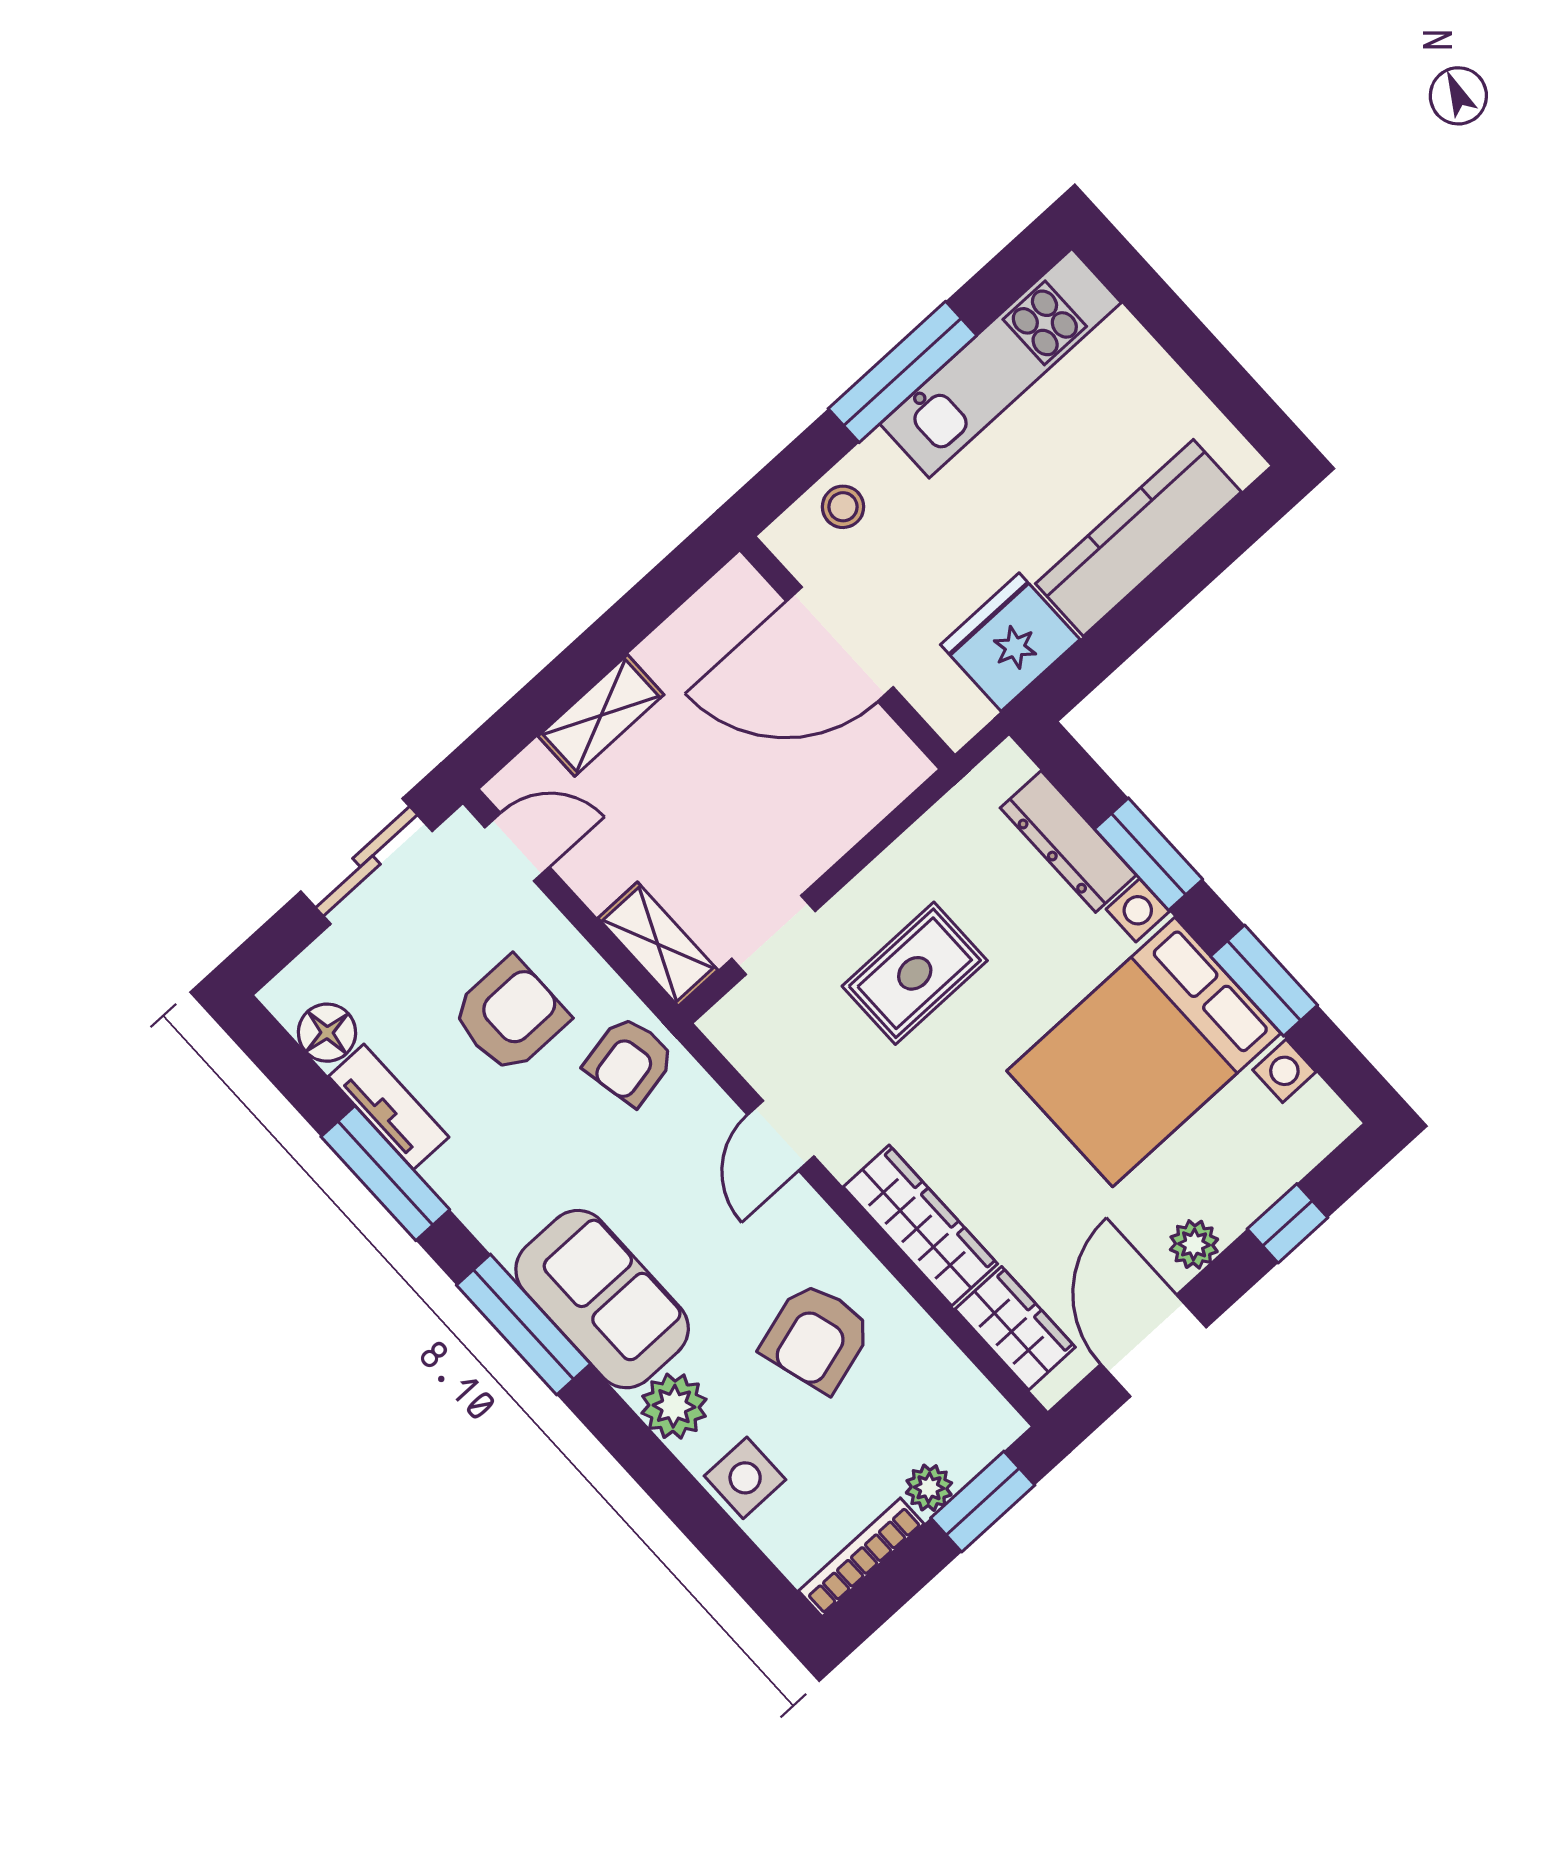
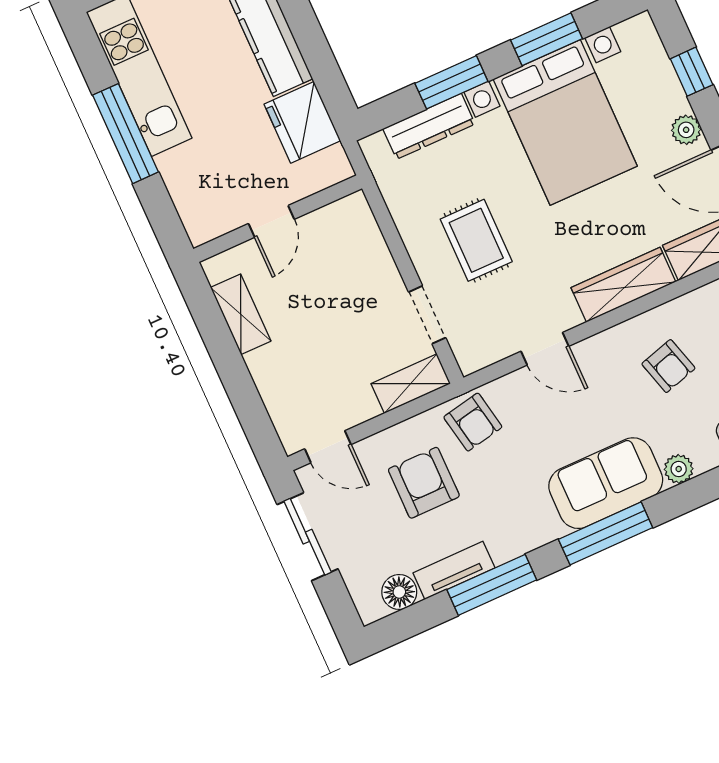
stool: (843, 507) -> (192, 194), removed
door: (840, 644) -> (271, 221), width x0.53
shelving: (601, 715) -> (241, 314), moved
door: (517, 847) -> (328, 447), swing flipped
armchair: (817, 1337) -> (668, 366), width x0.72, depth x0.72
plant: (674, 1406) -> (679, 469), width x0.73, depth x0.73

